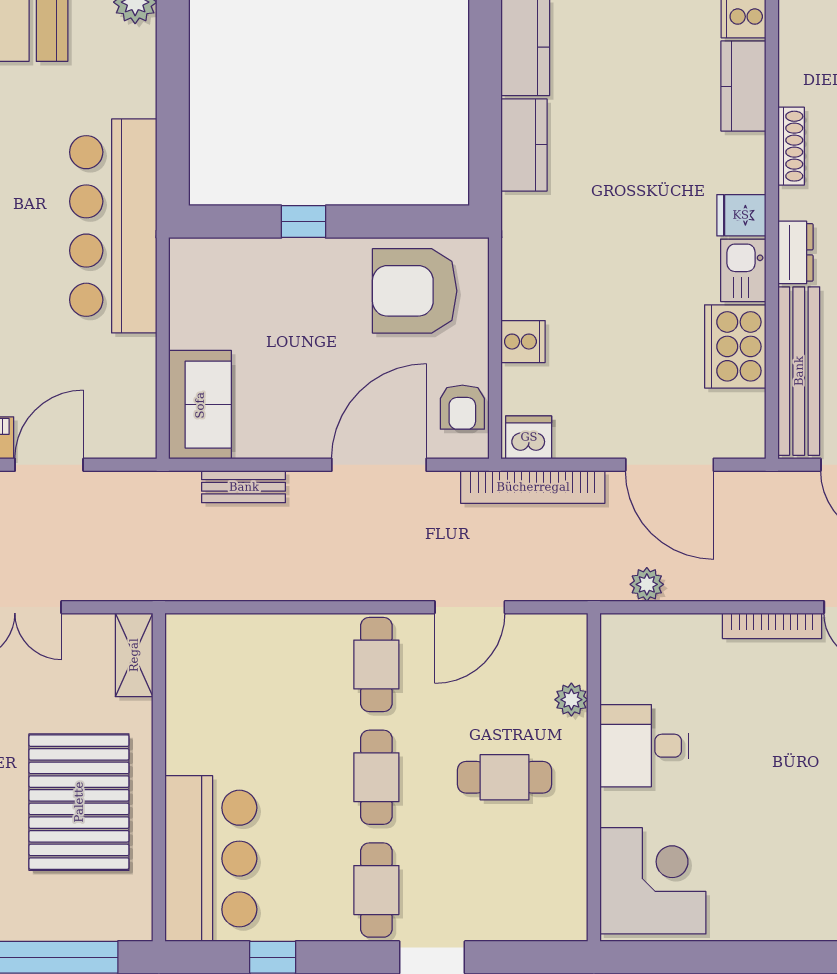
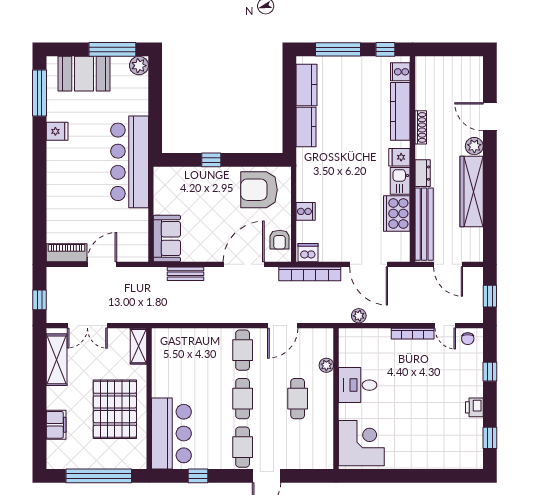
kitchen counter: (743, 86) -> (400, 111), width x1.50
cafe table: (504, 777) -> (298, 399), turned 90

